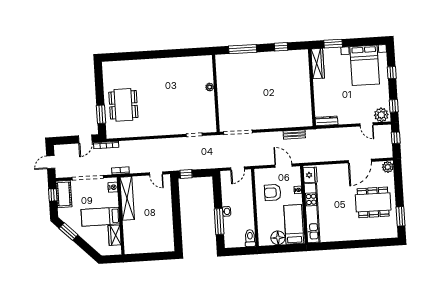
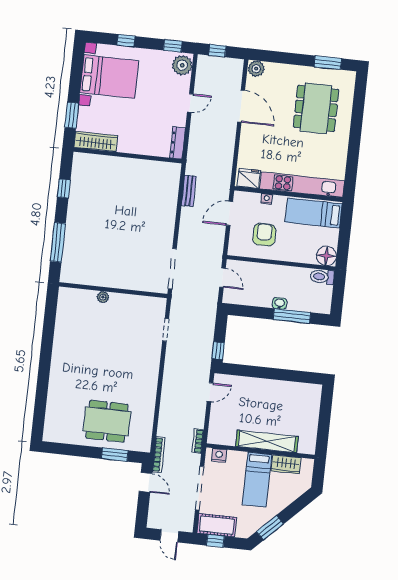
door: (367, 124) -> (190, 103), moved
armchair: (273, 193) -> (264, 235), turned 180
shelving: (127, 198) -> (267, 441), moved
dining table: (373, 202) -> (316, 108), moved
floor lamp: (278, 238) -> (327, 256), moved

